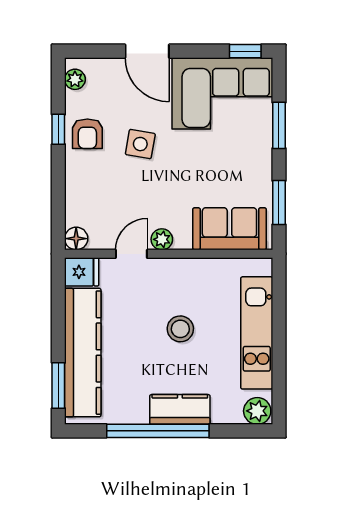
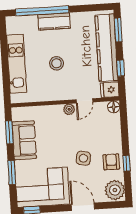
plant: (75, 79) -> (115, 190), width x1.88, depth x1.88
sofa: (229, 229) -> (24, 140), moved, turned -90
window: (58, 312) -> (121, 68), added
plant: (257, 411) -> (14, 23), removed
window: (158, 431) -> (42, 11), moved

